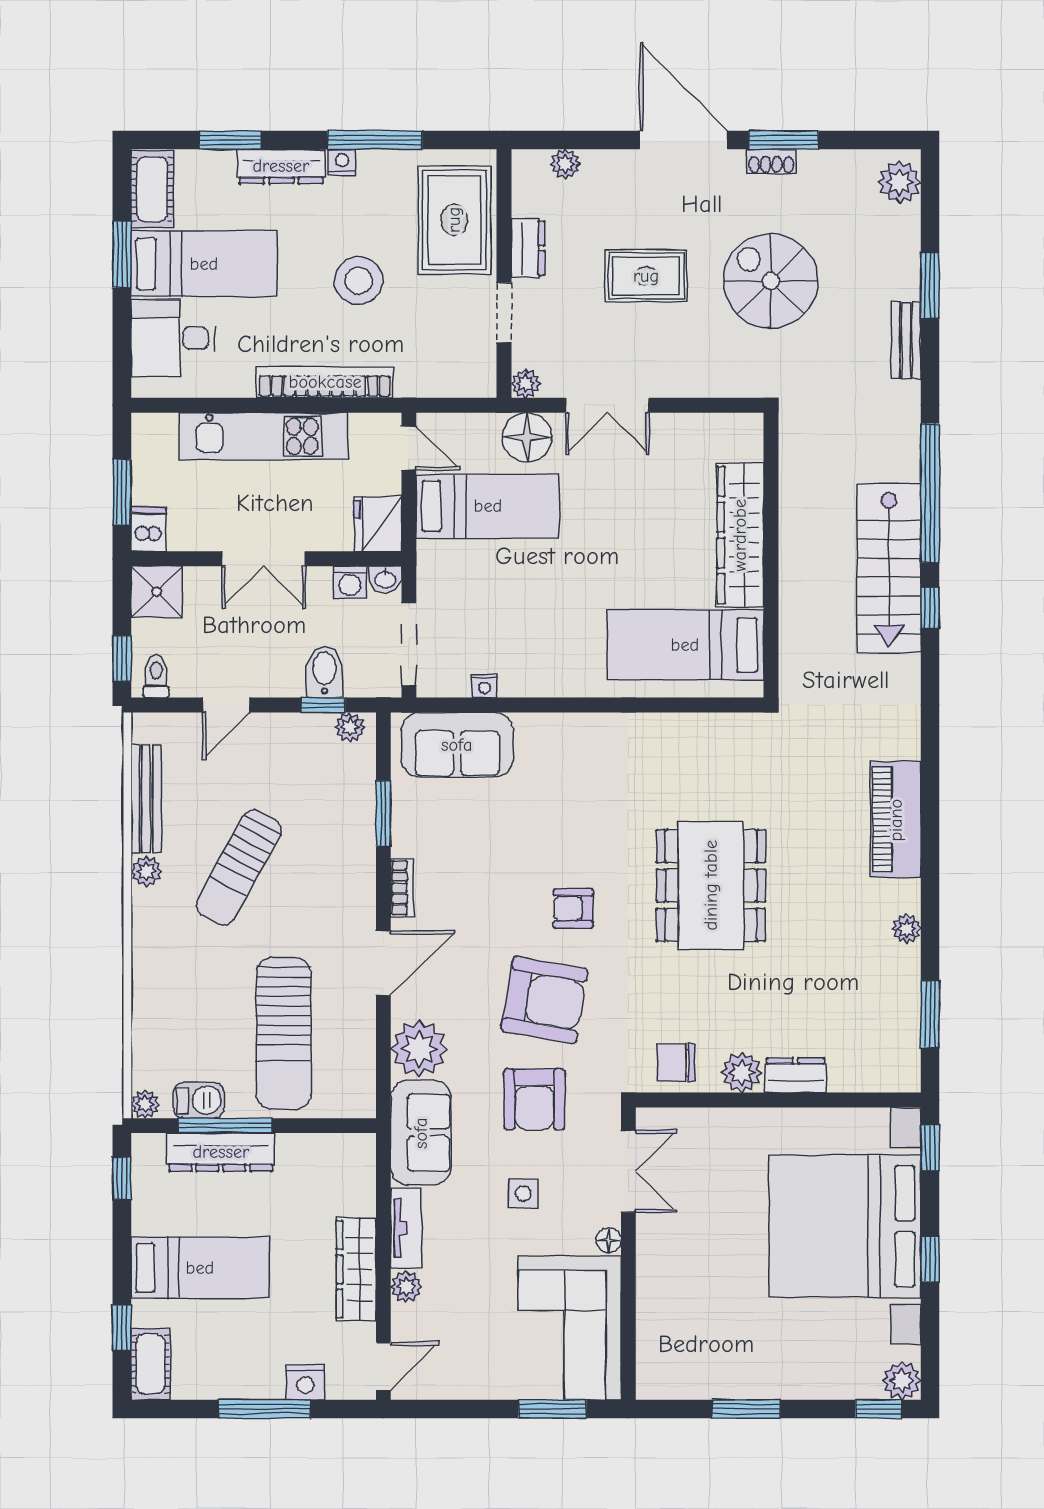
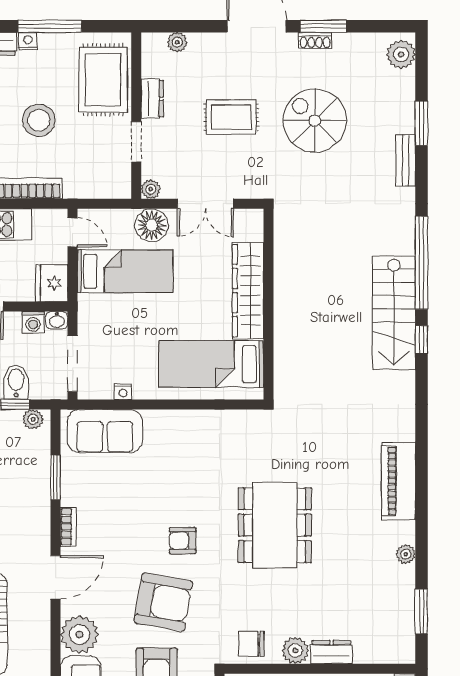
wardrobe: (740, 535) -> (248, 291), moved
wall: (771, 555) -> (268, 304), moved
bed: (685, 645) -> (211, 364), moved

